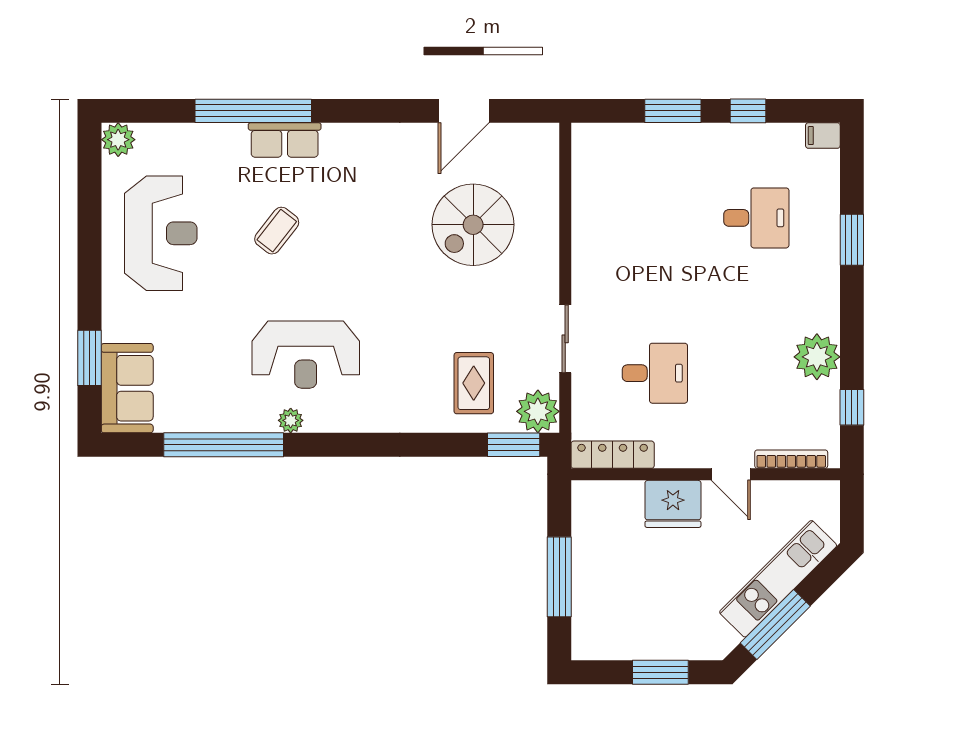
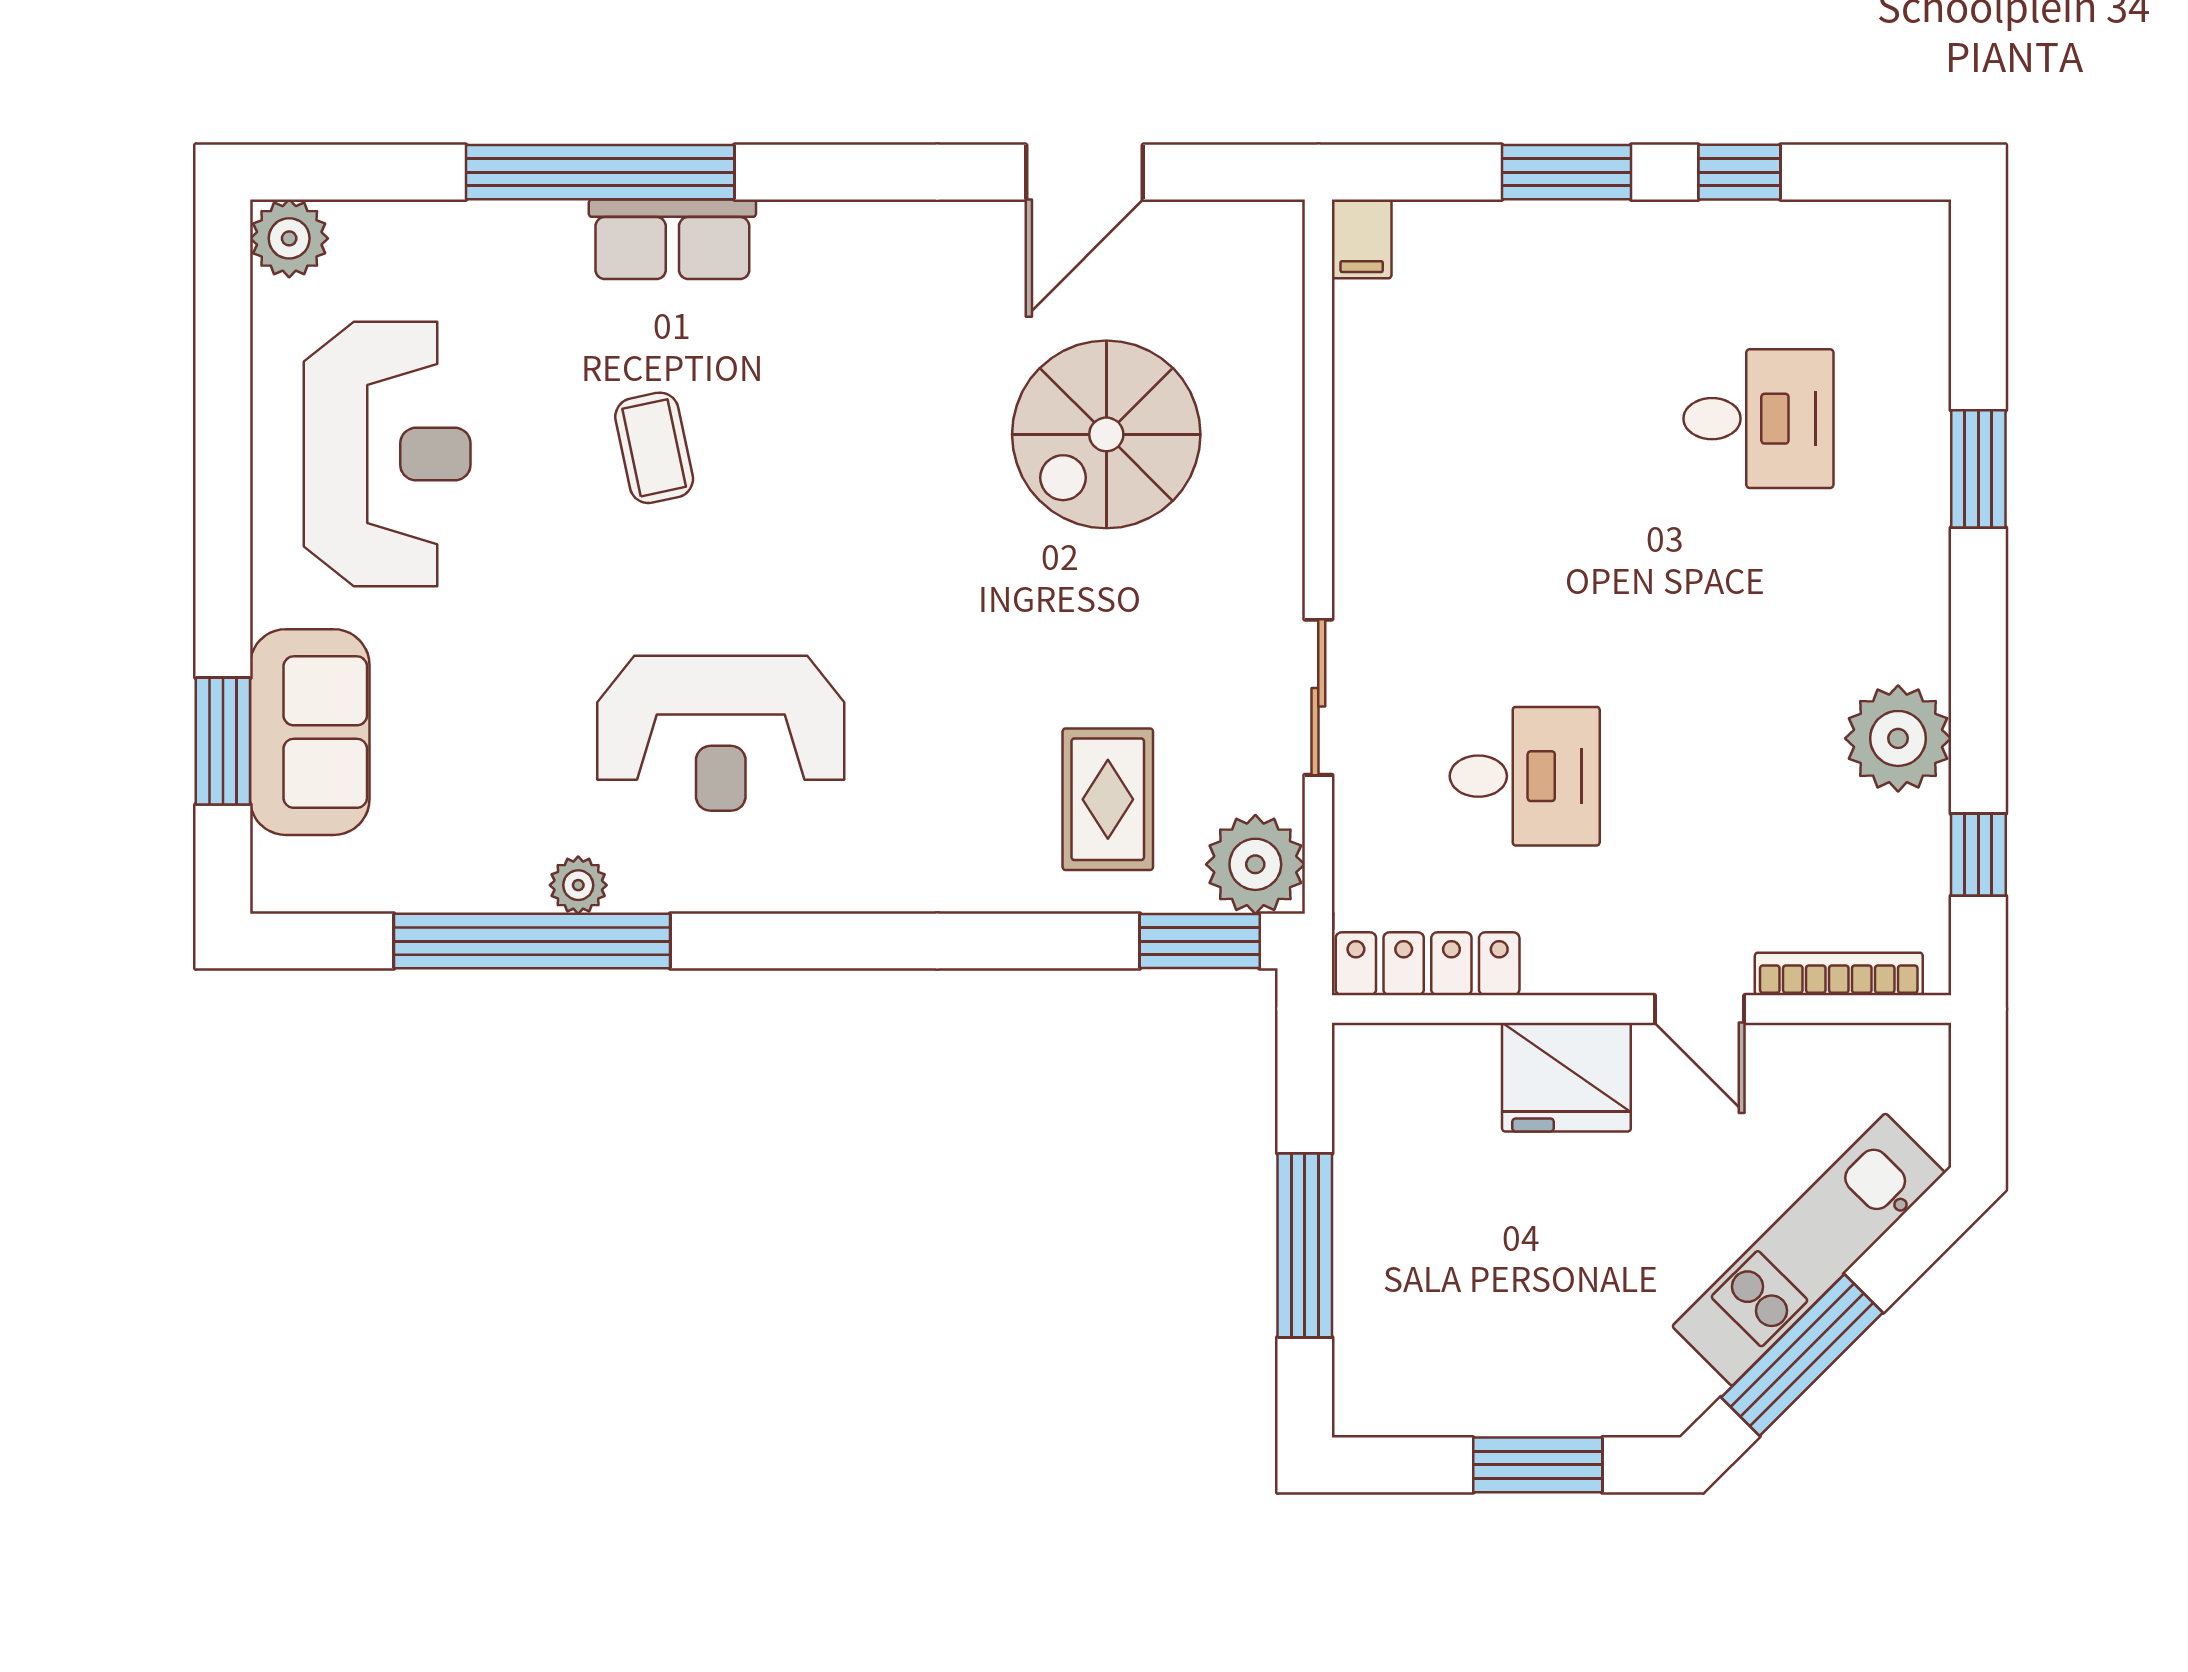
filing cabinet: (823, 136) -> (1362, 239), moved, turned -90
coffee table: (277, 231) -> (654, 448), turned -50
sofa: (127, 388) -> (310, 732), moved
plant: (291, 420) -> (578, 885), moved

